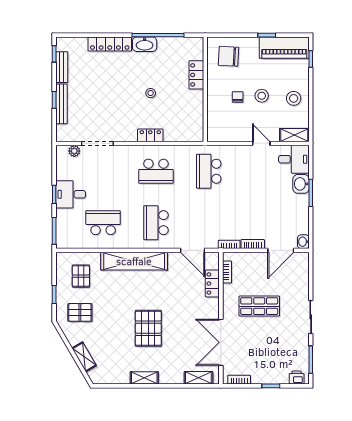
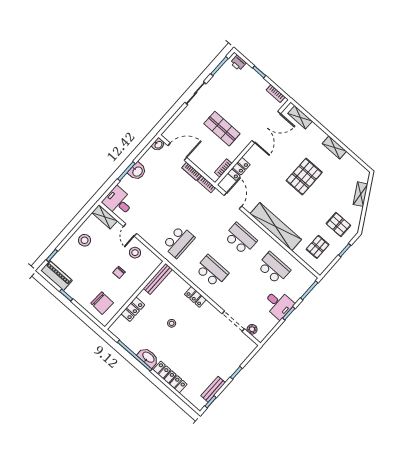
piano: (284, 48) -> (57, 275), width x0.73, depth x0.75
stool: (262, 96) -> (135, 253), moved
bench: (61, 104) -> (158, 279), moved
washbasin: (301, 184) -> (137, 171), moved
school desk: (103, 223) -> (274, 268), turned 180
school desk: (156, 223) -> (240, 239), turned -90

